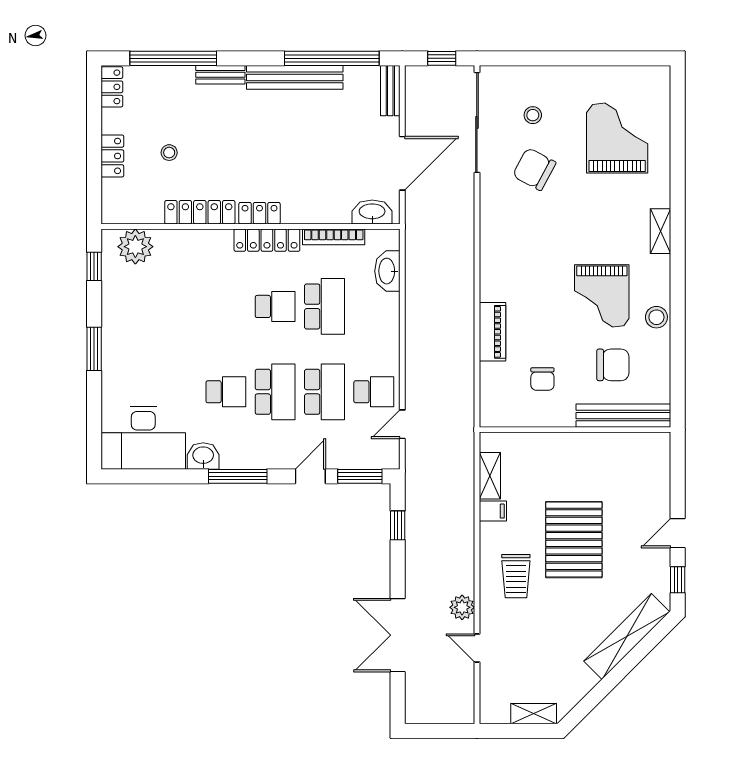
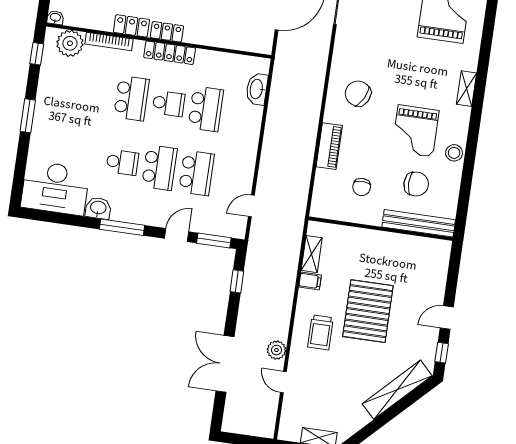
chair: (534, 169) -> (358, 93), moved
locker: (200, 212) -> (131, 26), width x0.66
washbasin: (372, 212) -> (55, 18), moved, width x0.52, depth x0.69
bookcase: (334, 237) -> (109, 41), moved
school desk: (374, 392) -> (131, 98), moved, width x1.85

